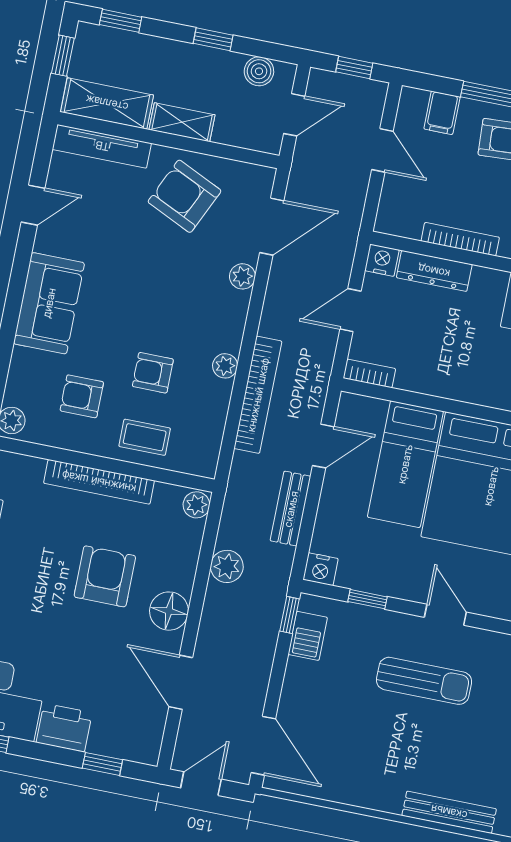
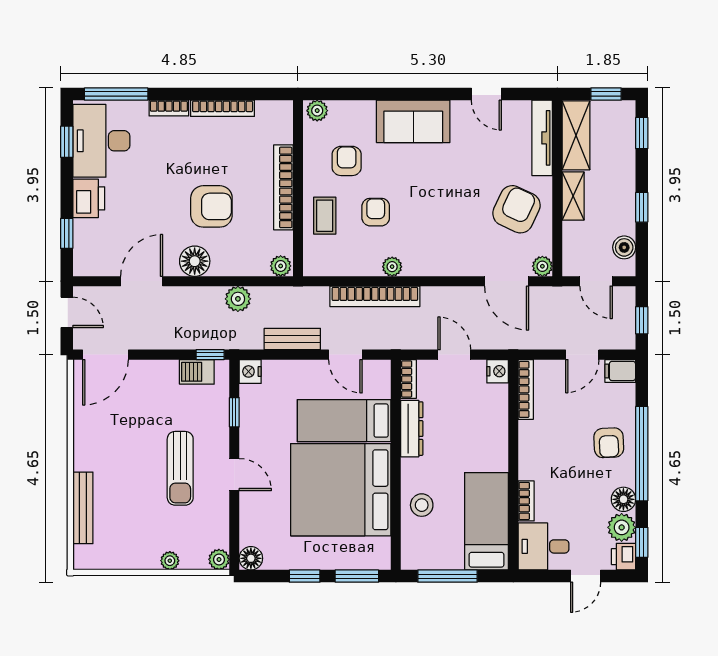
filing cabinet: (442, 113) -> (620, 371), moved
bookcase: (460, 239) -> (526, 389), moved
dresser: (434, 271) -> (412, 429), moved, turned 180
plant: (242, 276) -> (542, 266), moved
door: (445, 615) -> (234, 475), hinge flipped

